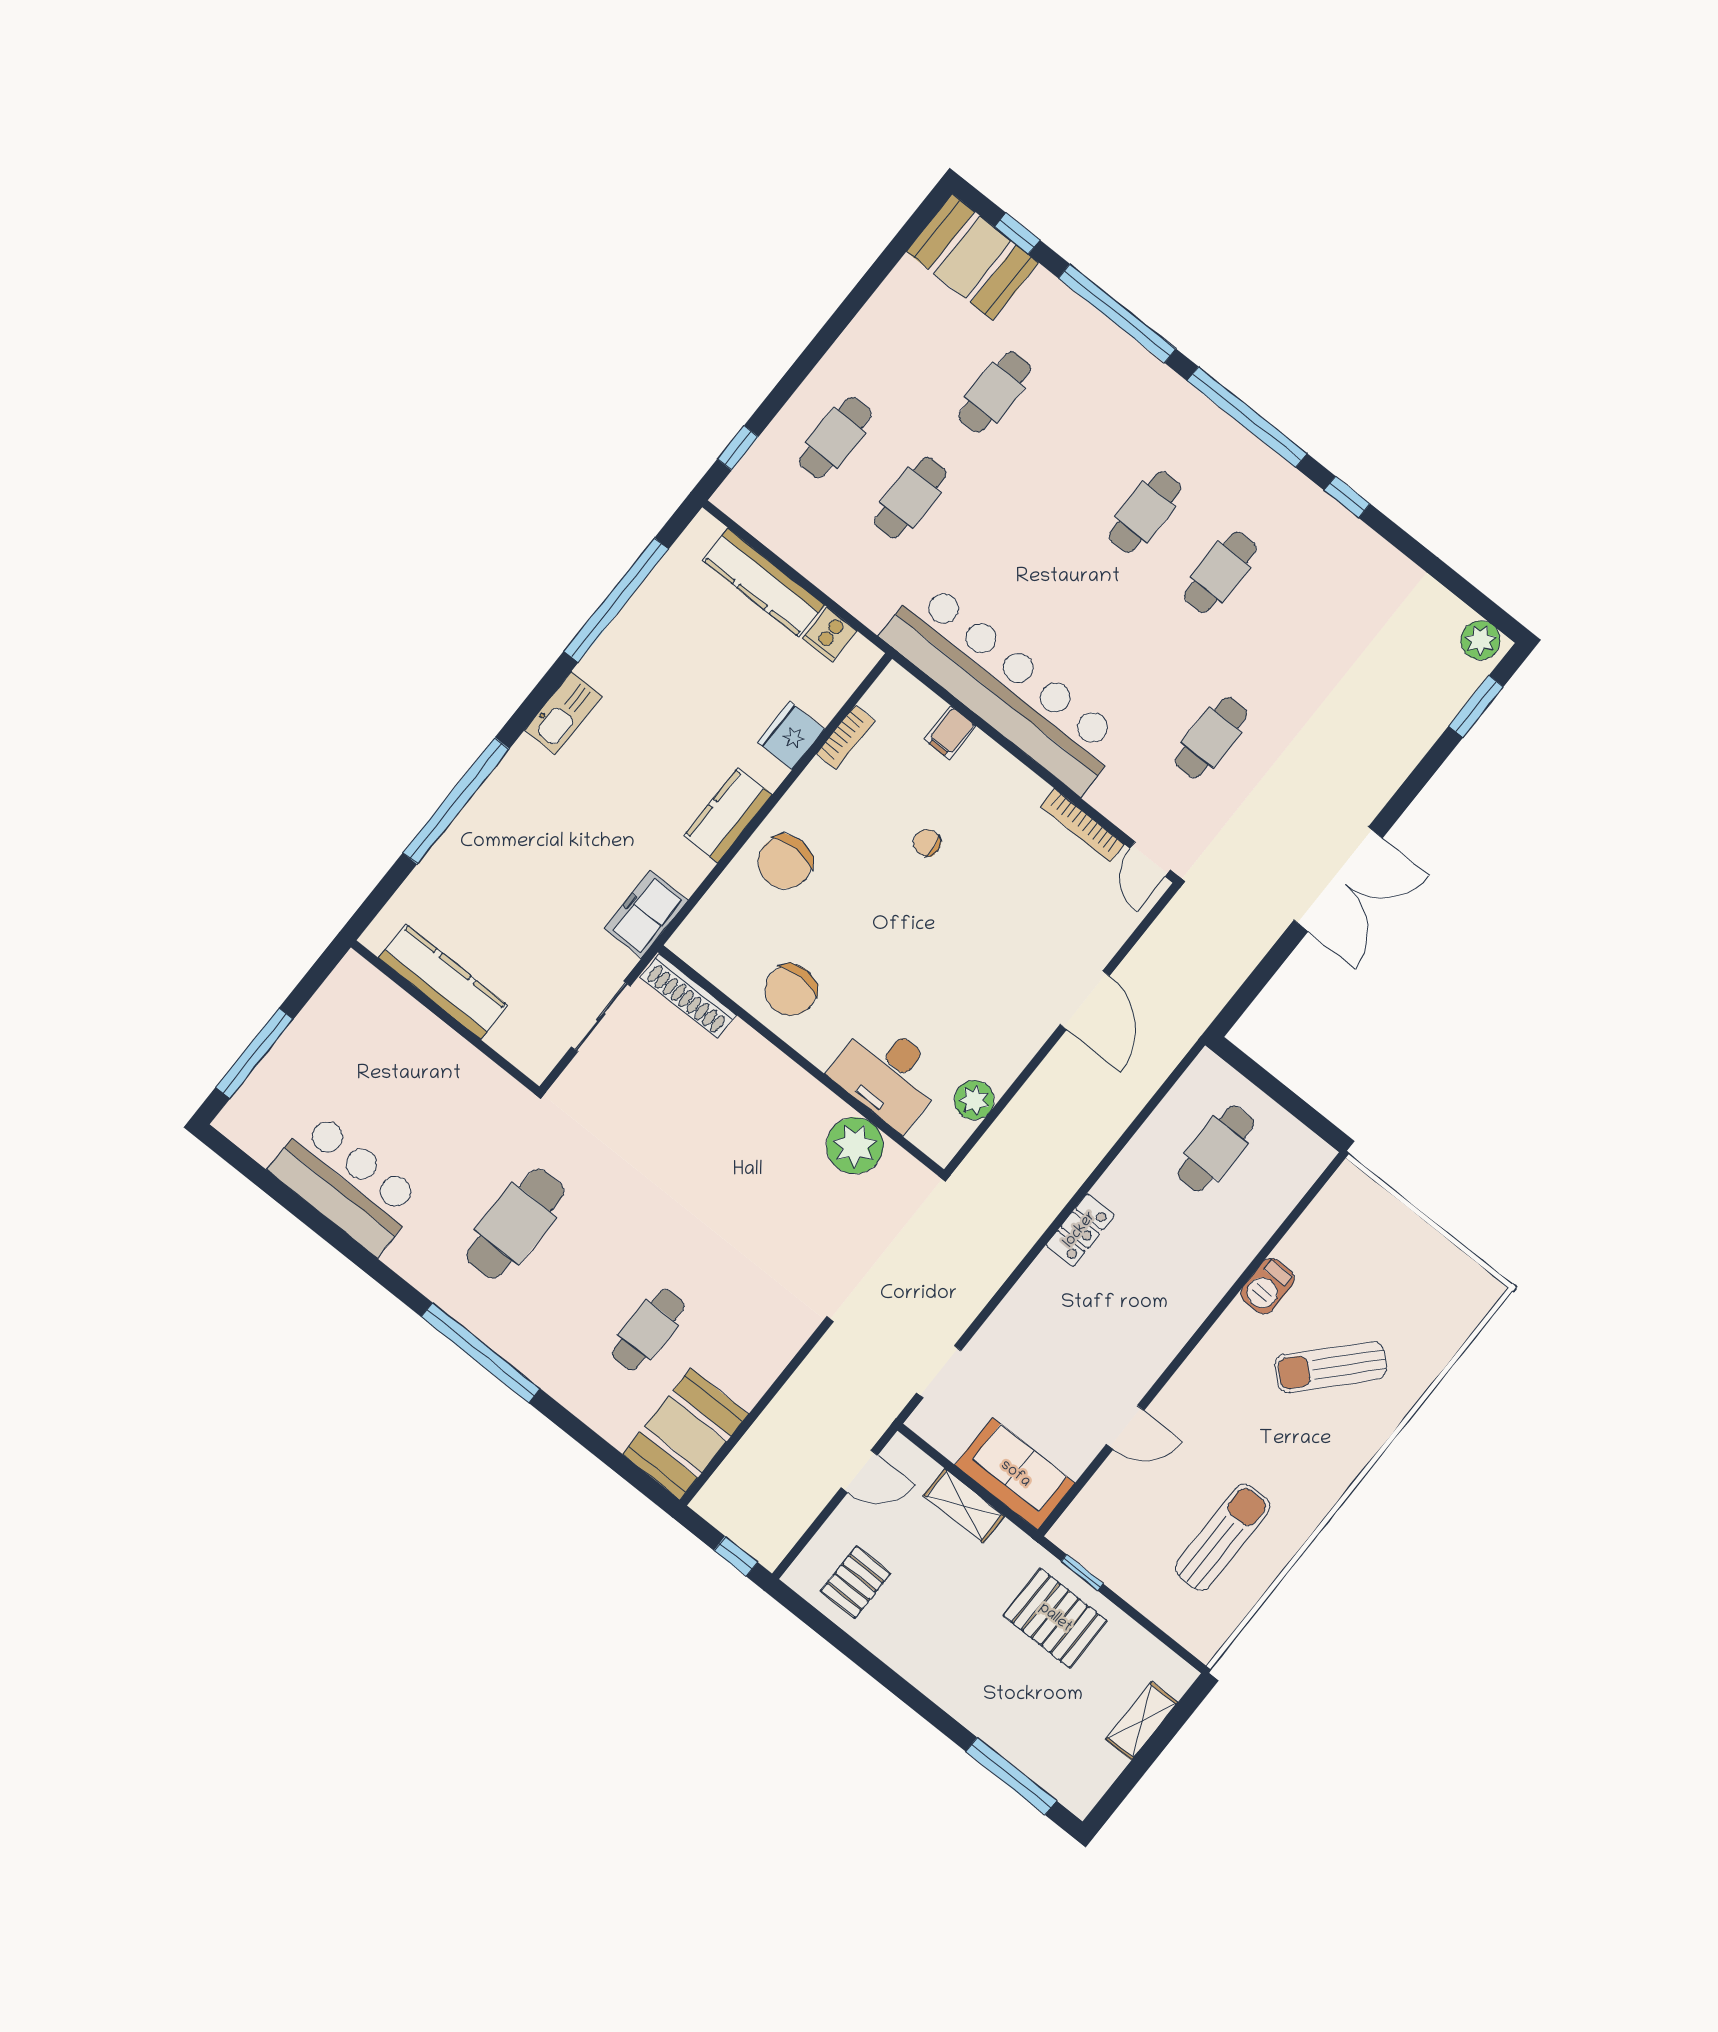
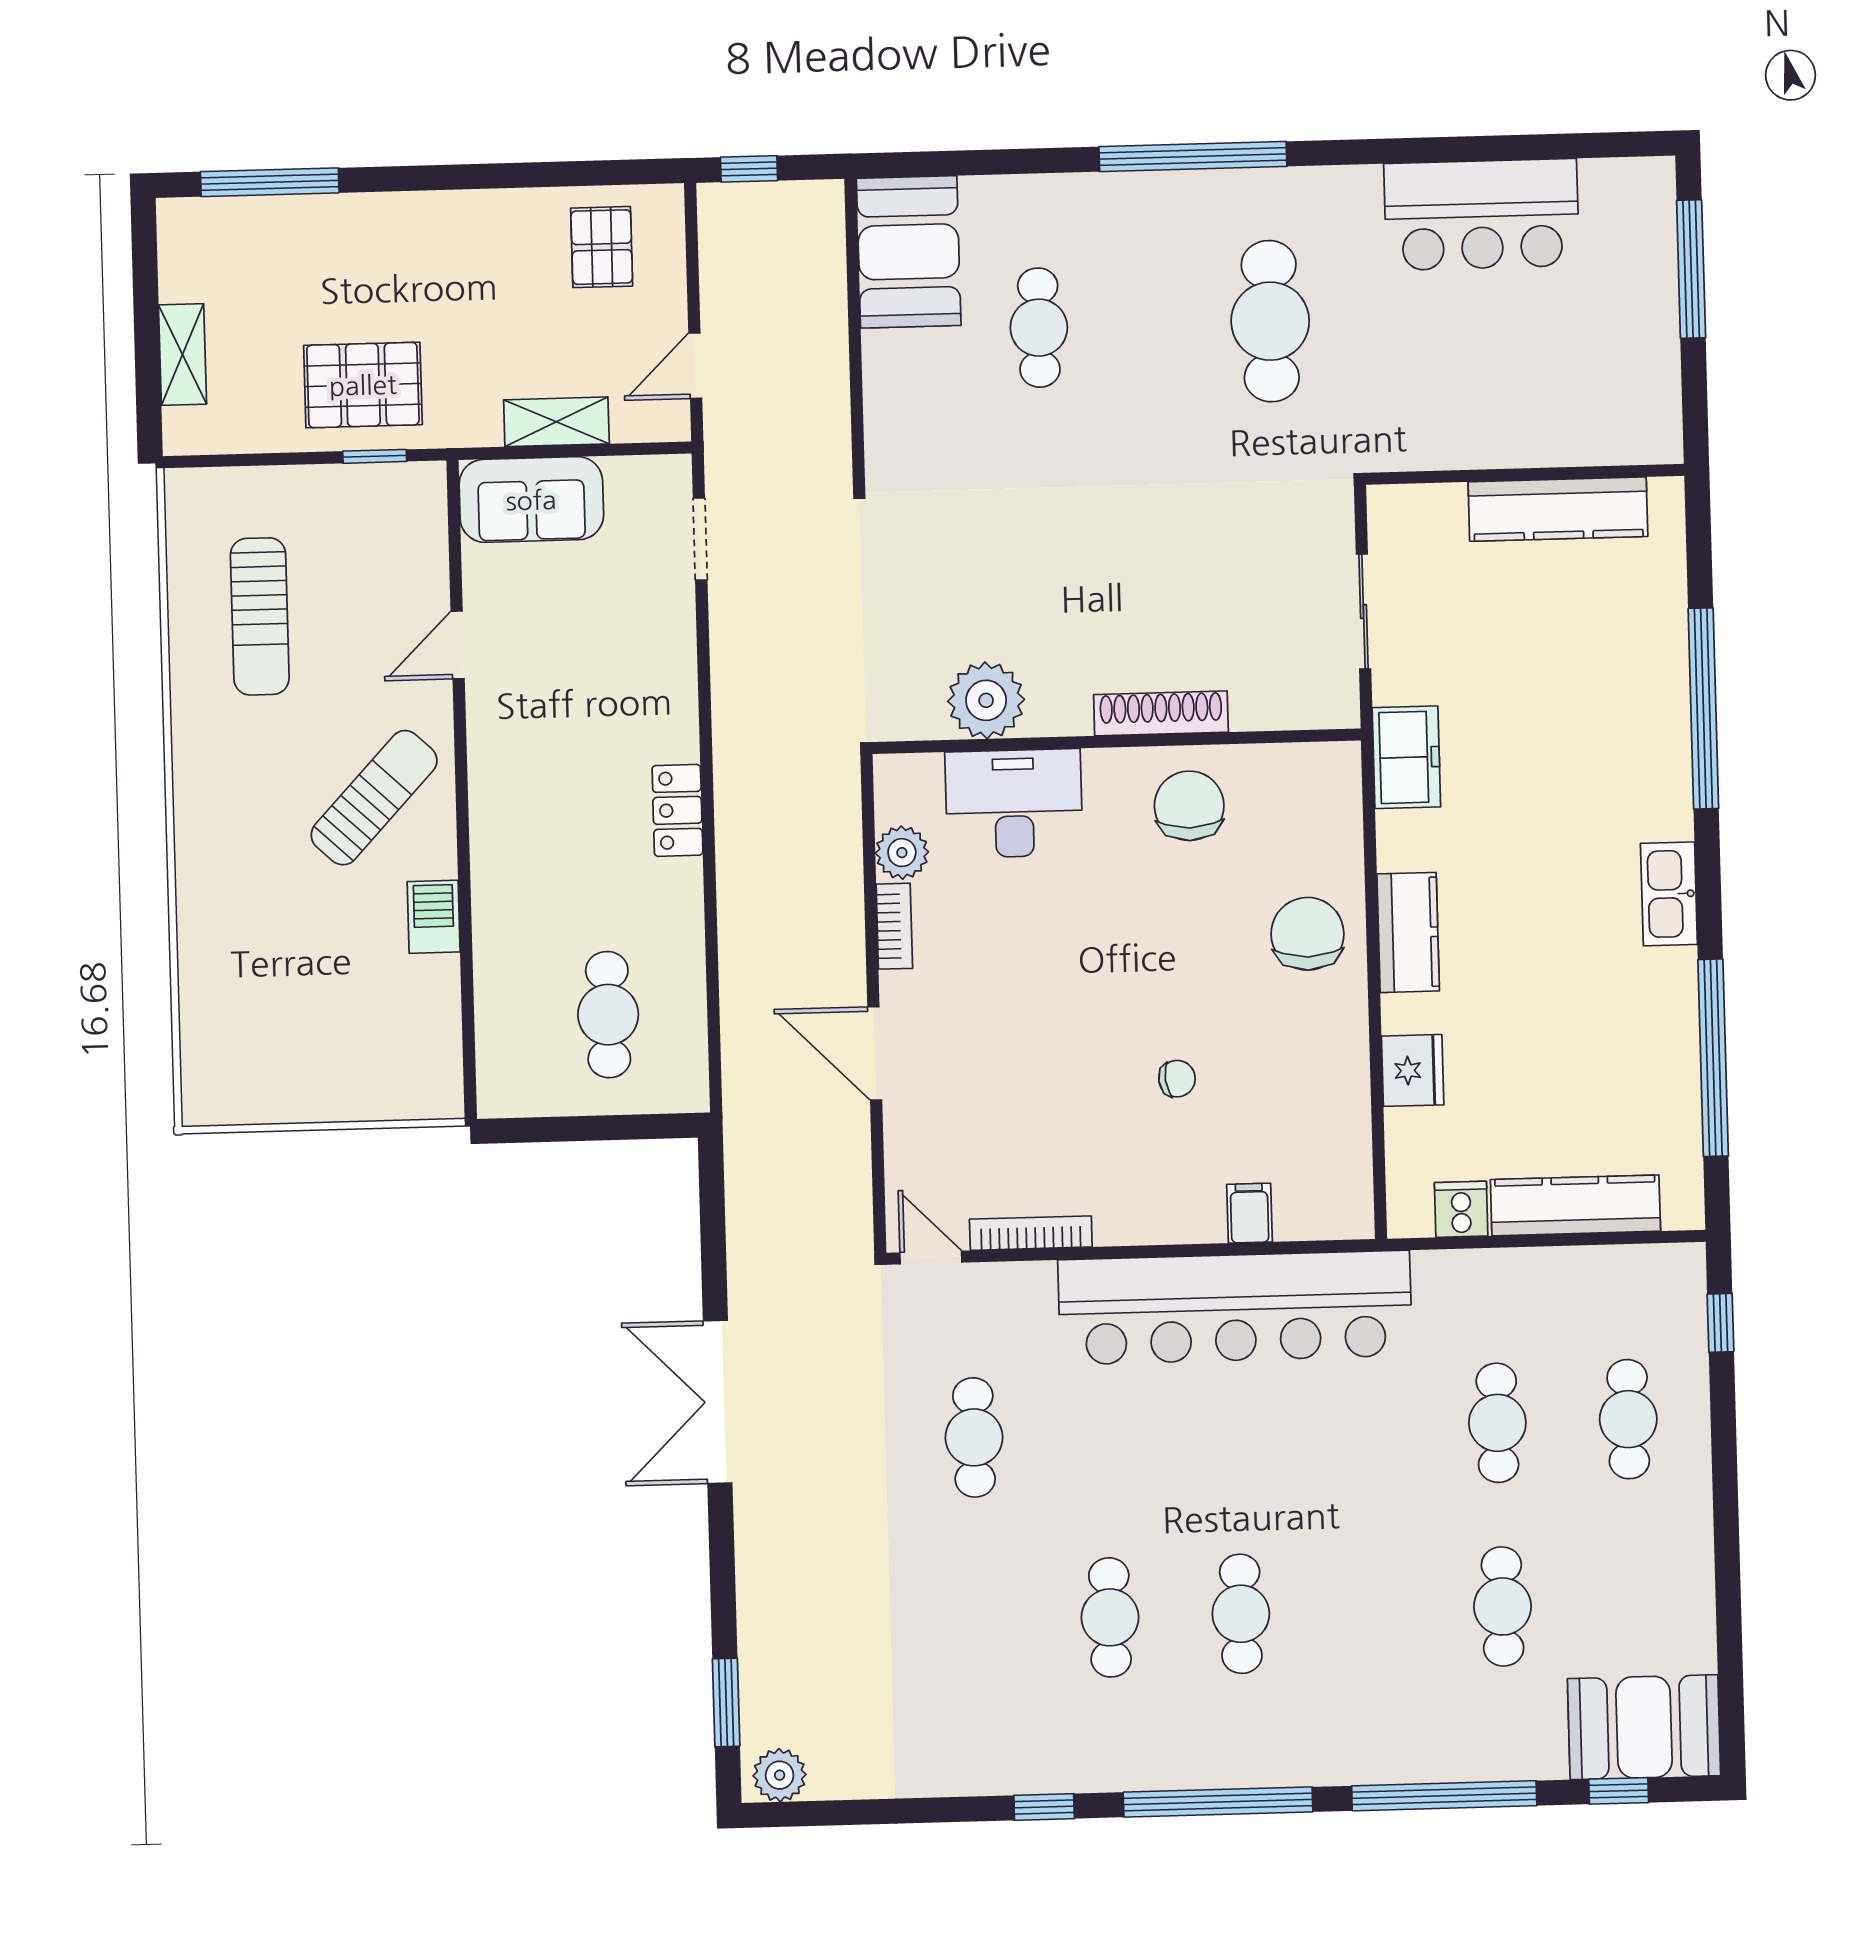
bookcase: (845, 737) -> (894, 926), moved, turned 180
shoe rack: (688, 996) -> (1161, 713), moved
sun lounger: (1331, 1367) -> (374, 798), moved

